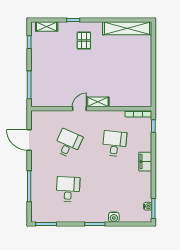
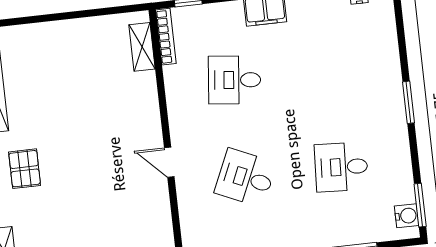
pallet: (84, 41) -> (25, 169), turned 90
shelving: (98, 102) -> (142, 47), moved
water cooler: (114, 217) -> (407, 216), moved

